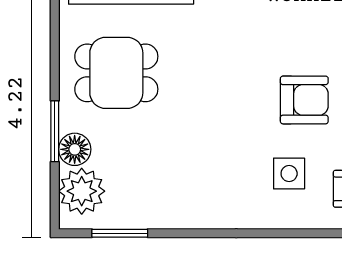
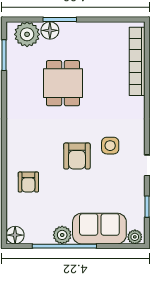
dining table: (116, 73) -> (63, 83), moved
side table: (289, 174) -> (110, 146), moved

